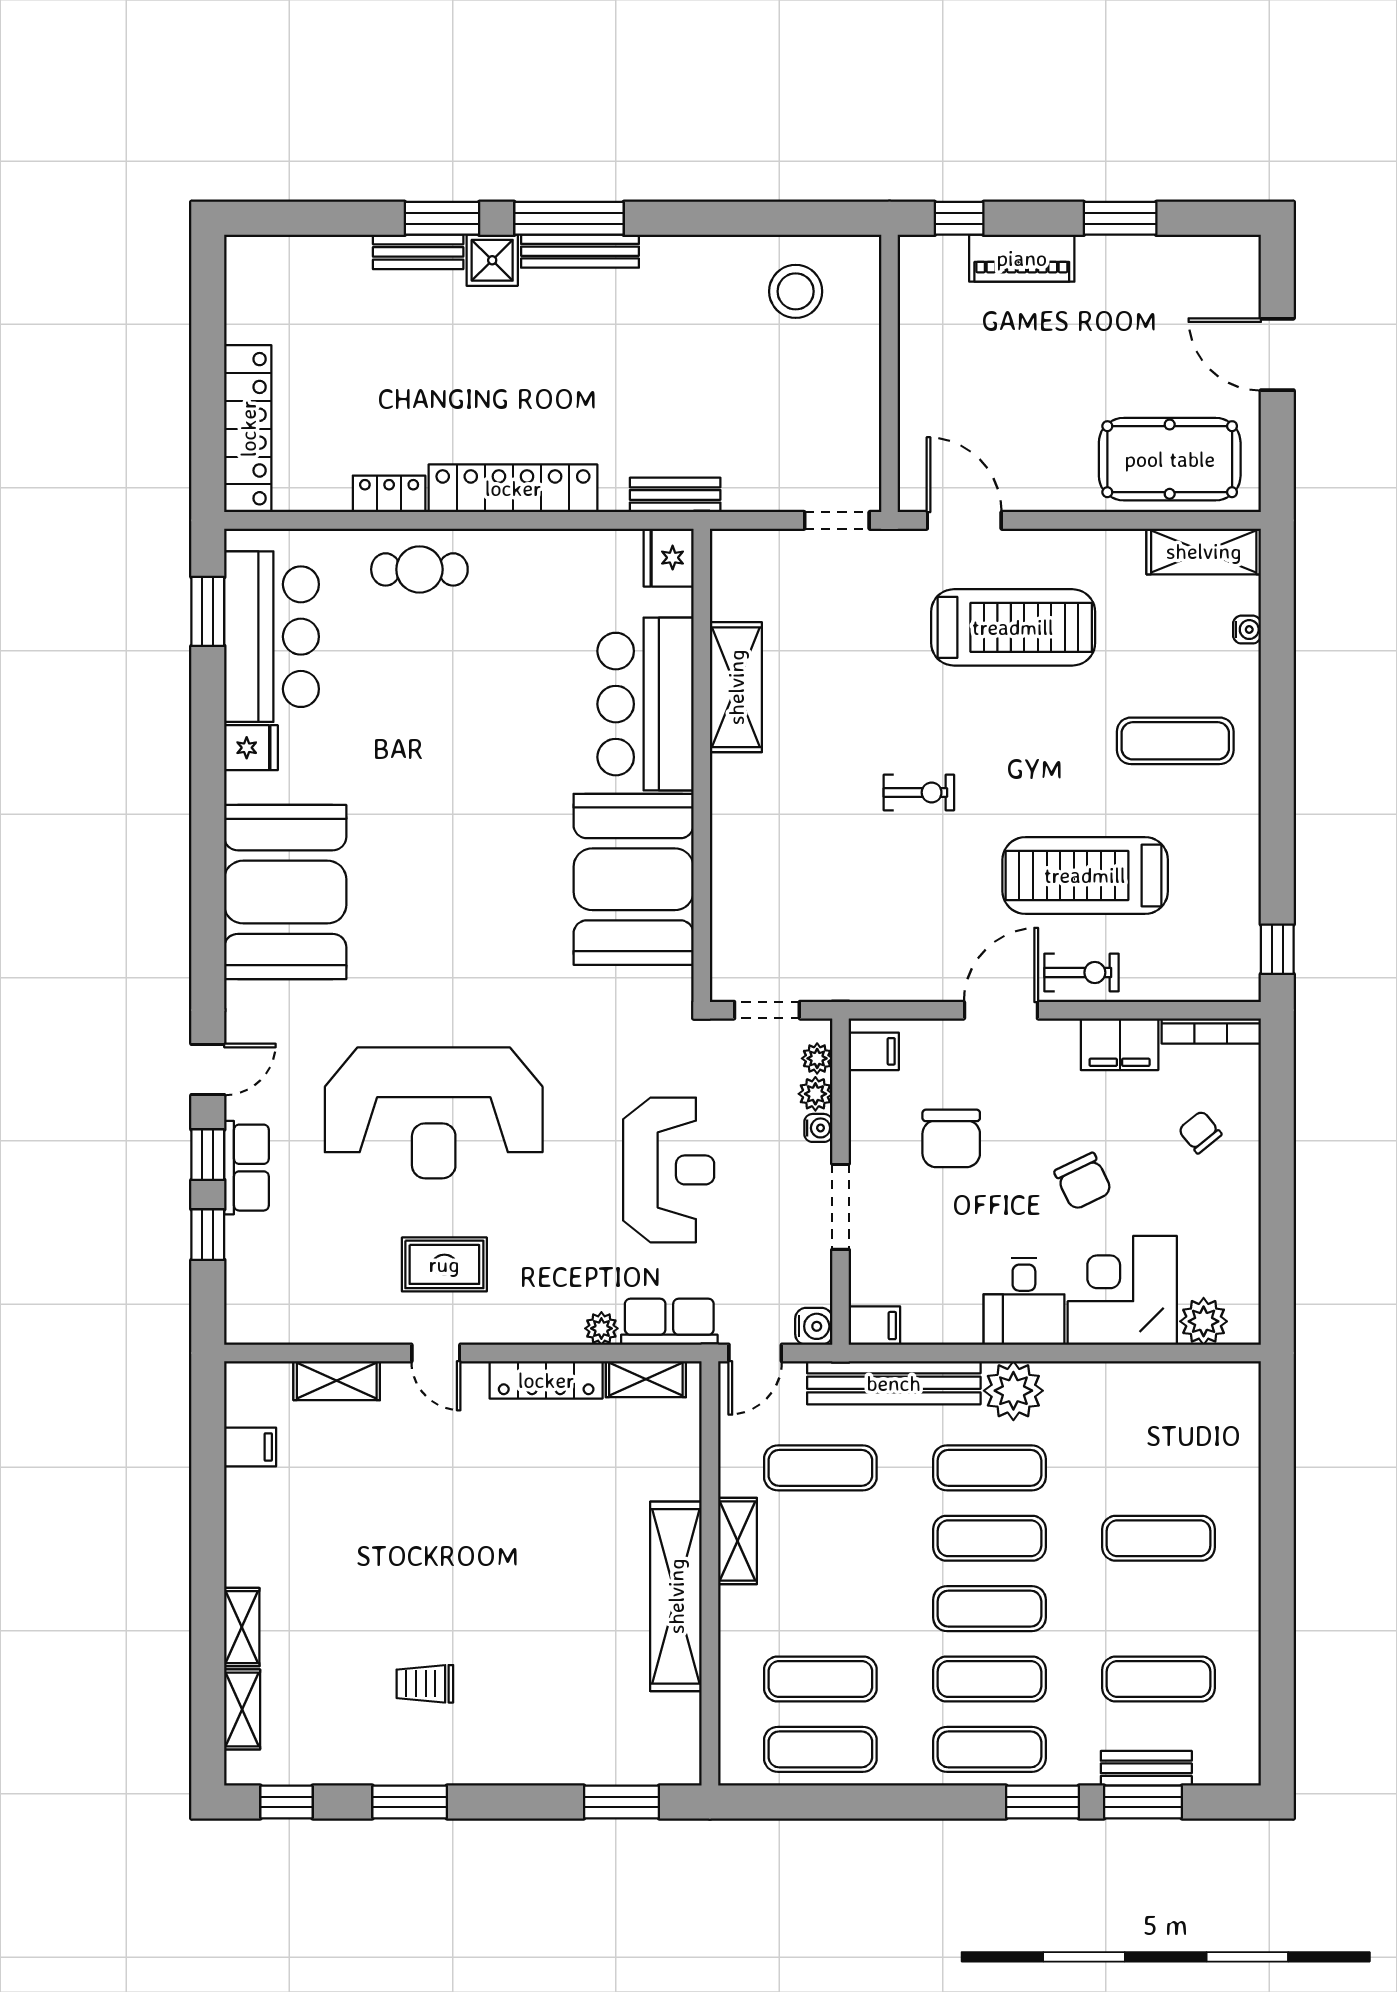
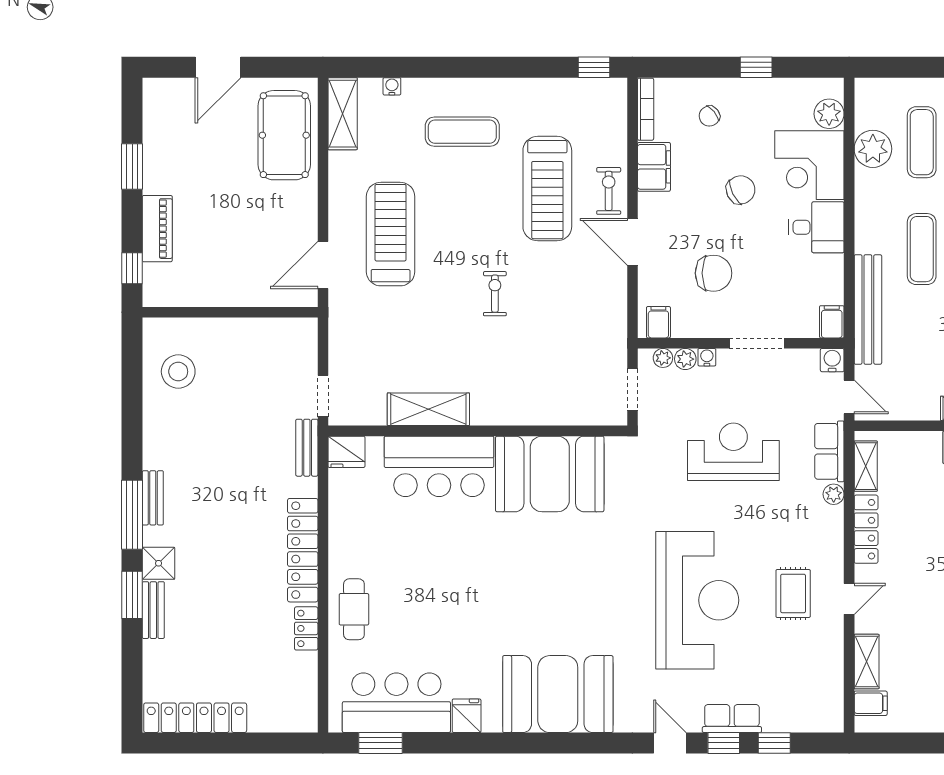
bench: (580, 251) -> (153, 498), width x0.73
locker: (248, 429) -> (195, 718), moved
doorway: (837, 520) -> (323, 396), moved
exercise mat: (1175, 741) -> (462, 132), turned 90
window: (1277, 1206) -> (756, 67), added
plant: (1013, 1391) -> (873, 149), moved
filing cabinet: (250, 1447) -> (871, 703), moved, turned 90
exercise mat: (820, 1468) -> (922, 142), moved

